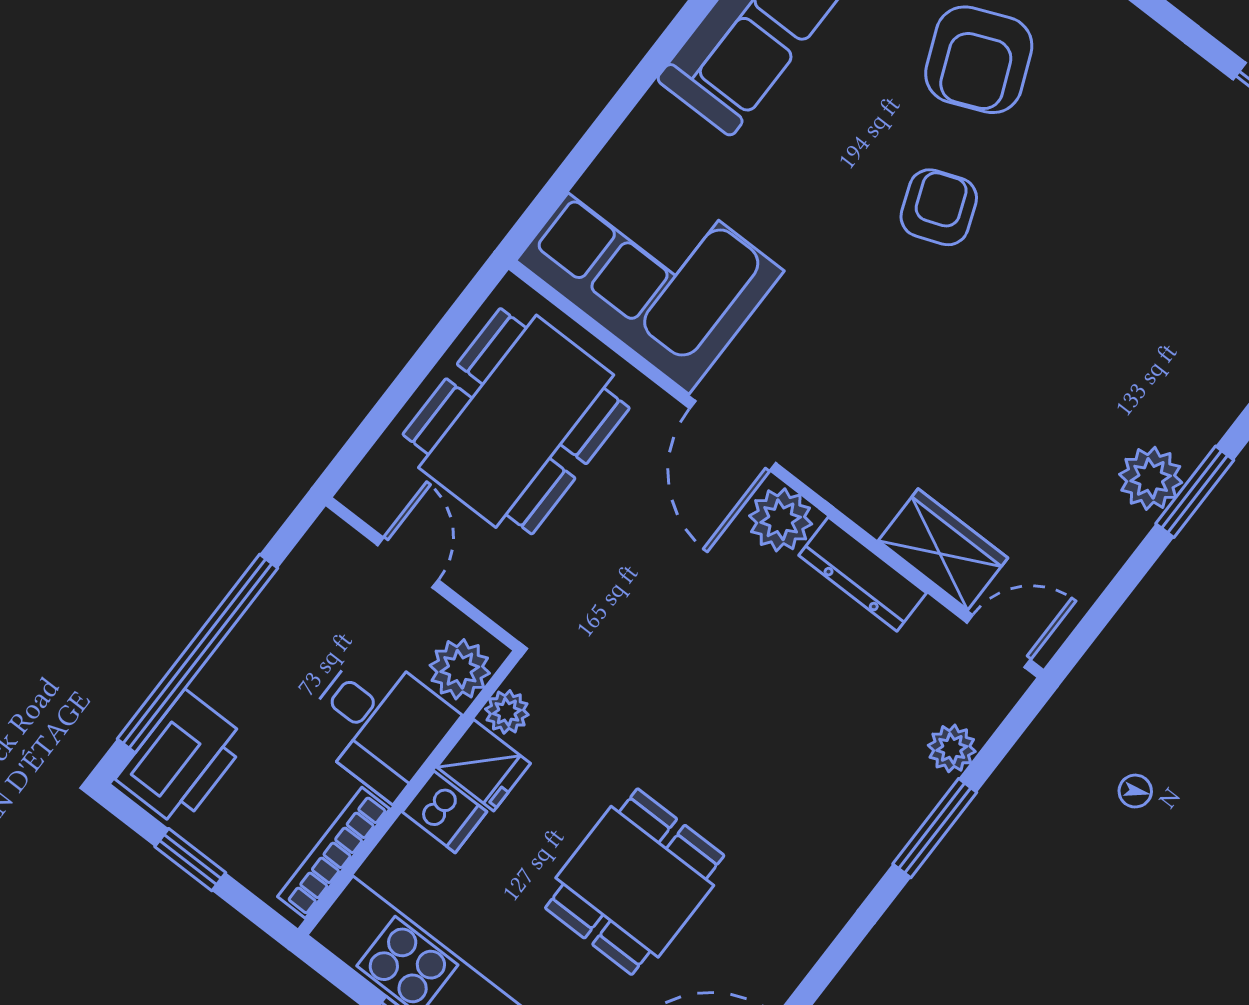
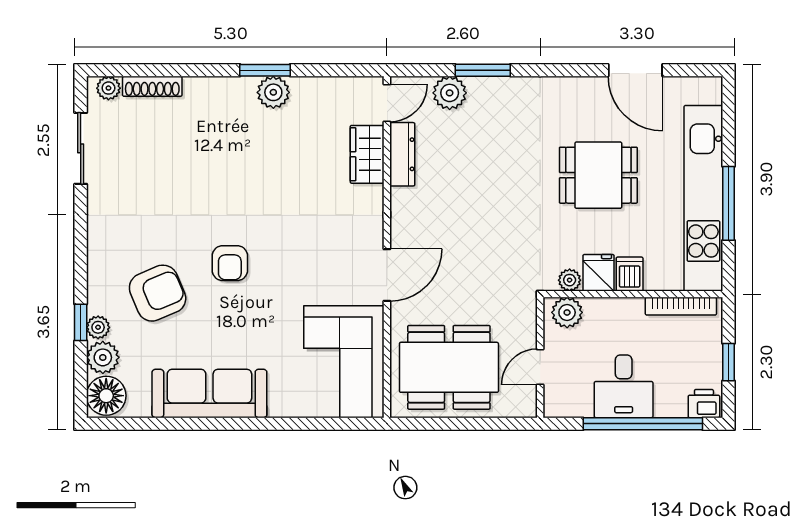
armchair: (939, 207) -> (230, 263), turned -69
plant: (781, 520) -> (406, 229), removed
dresser: (863, 574) -> (402, 154), moved
door: (999, 641) -> (387, 103), swing flipped
desk: (379, 723) -> (624, 386), moved, turned 180
plant: (952, 748) -> (450, 93), width x1.38, depth x1.38
printer: (182, 759) -> (704, 404), width x0.53, depth x0.68

